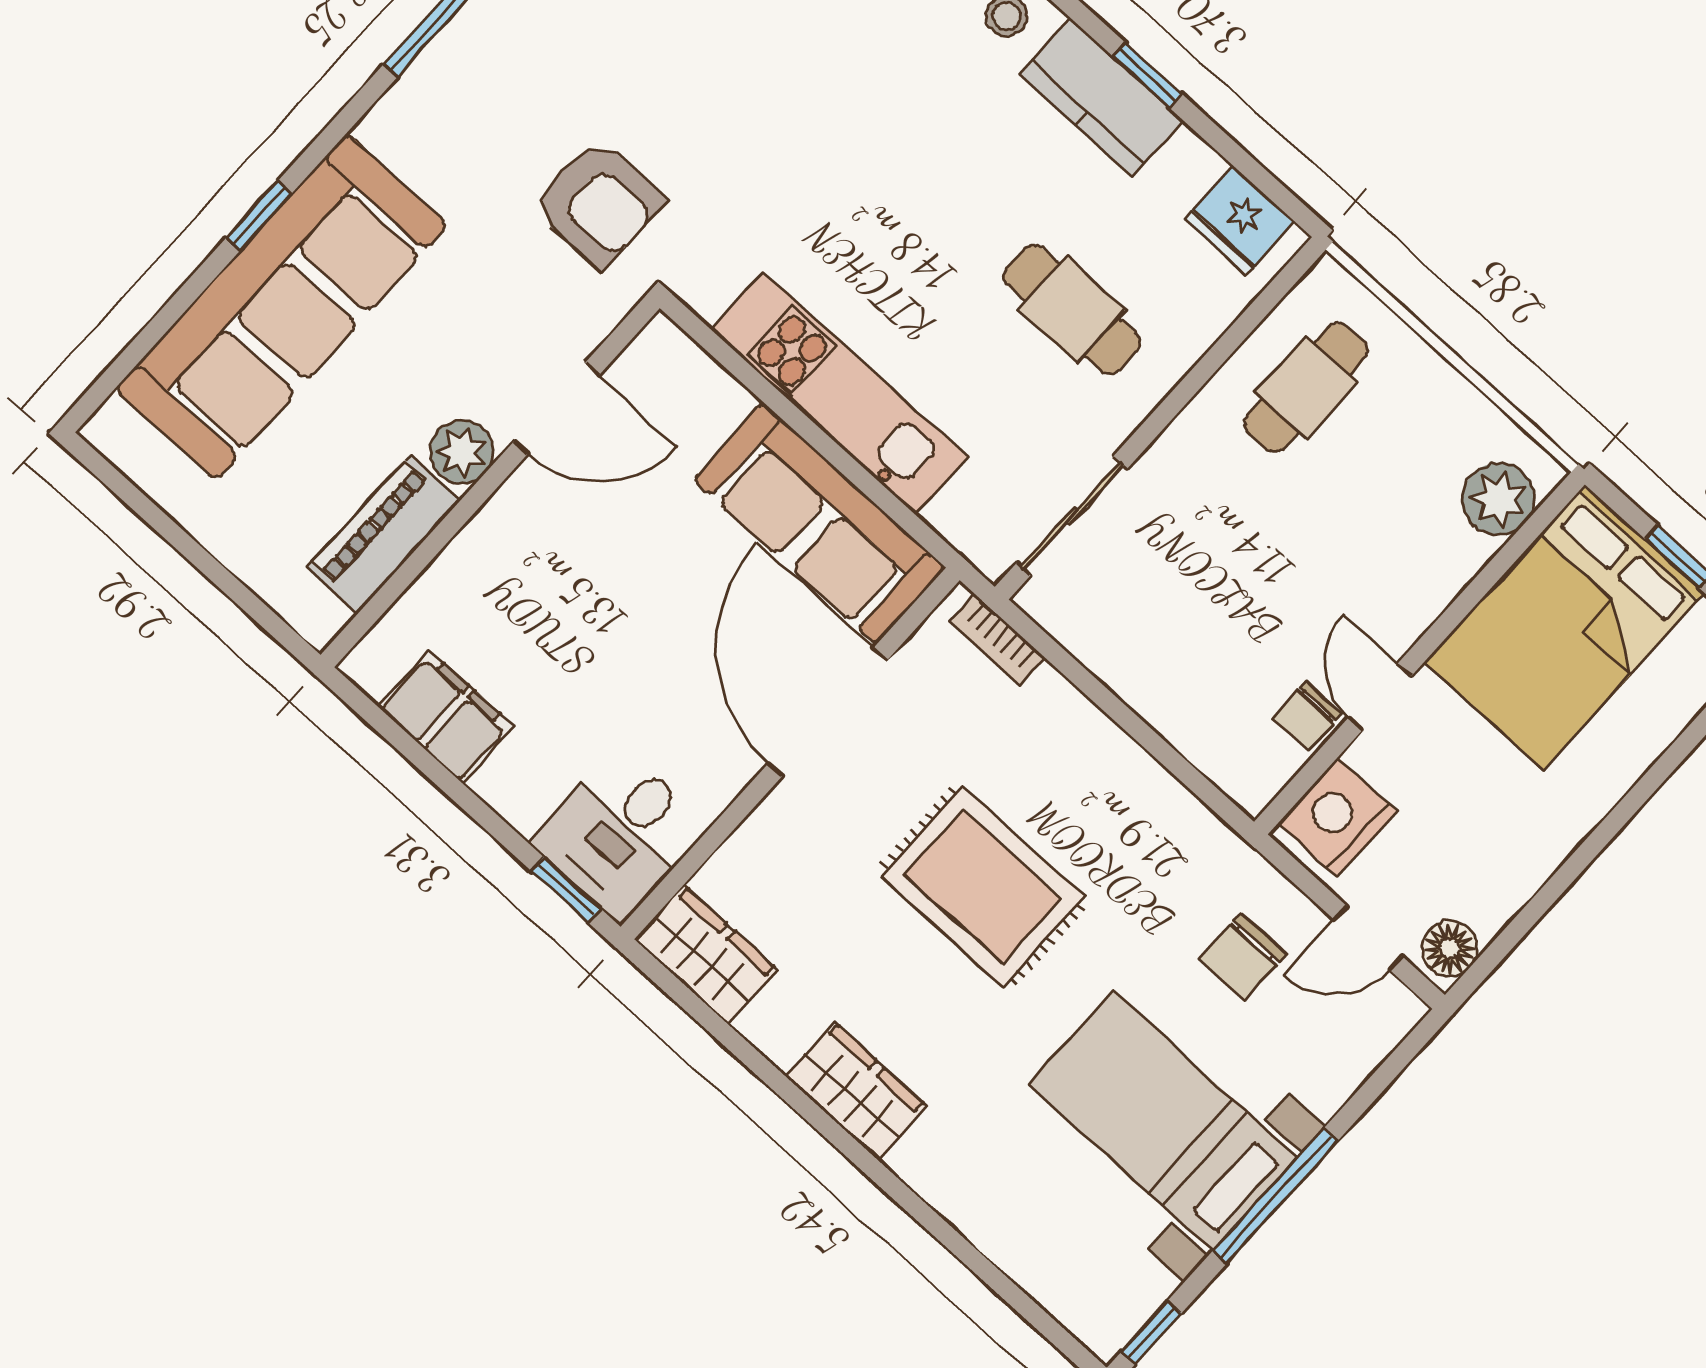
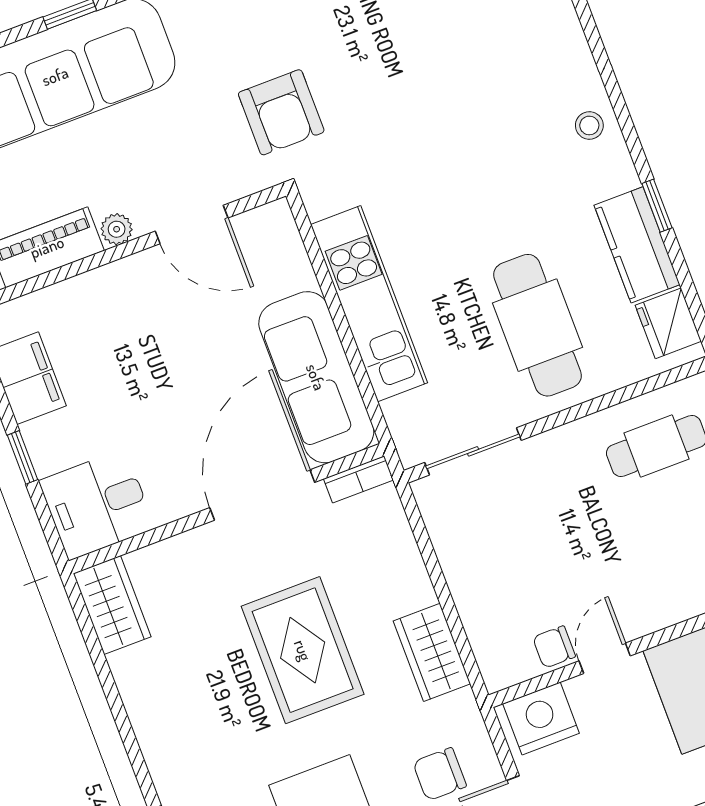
kitchen counter: (1101, 97) -> (637, 245), moved
cafe table: (1072, 309) -> (537, 325), width x1.37, depth x1.35
plant: (462, 452) -> (117, 229), width x0.73, depth x0.73
bookcase: (997, 640) -> (358, 479), moved, turned -90
window: (566, 890) -> (23, 457), moved
wardrobe: (856, 1091) -> (432, 652), moved, turned 180

